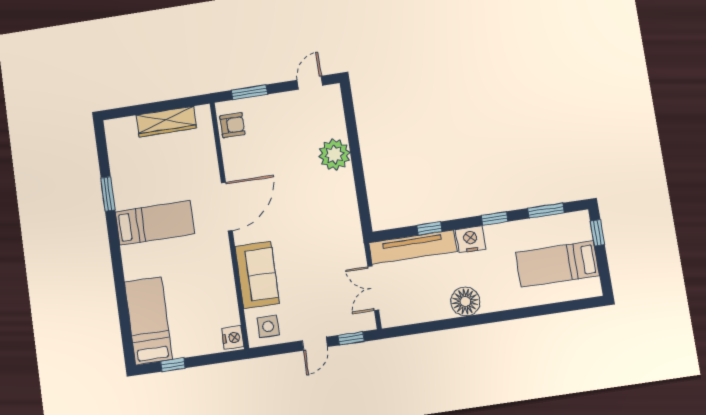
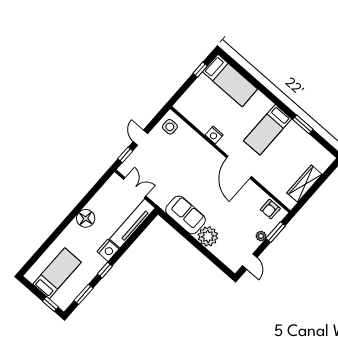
plant: (271, 102) -> (261, 236), added
window: (429, 228) -> (132, 239), removed
sofa: (257, 275) -> (185, 215), moved, turned 180
nightstand: (233, 338) -> (214, 135), moved

